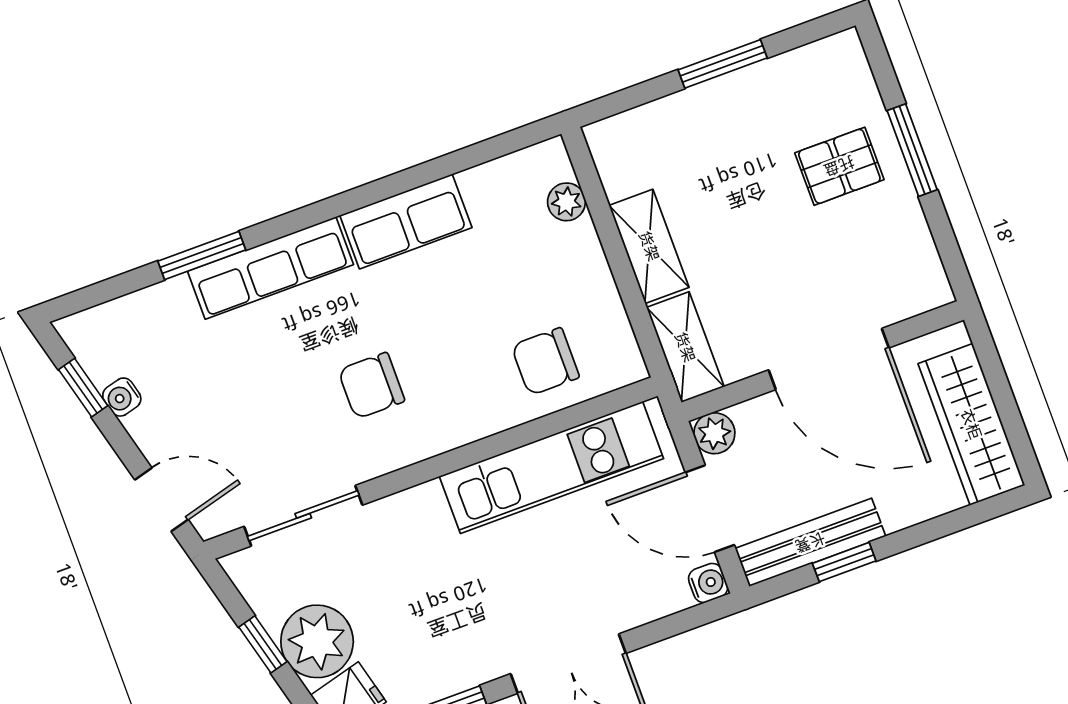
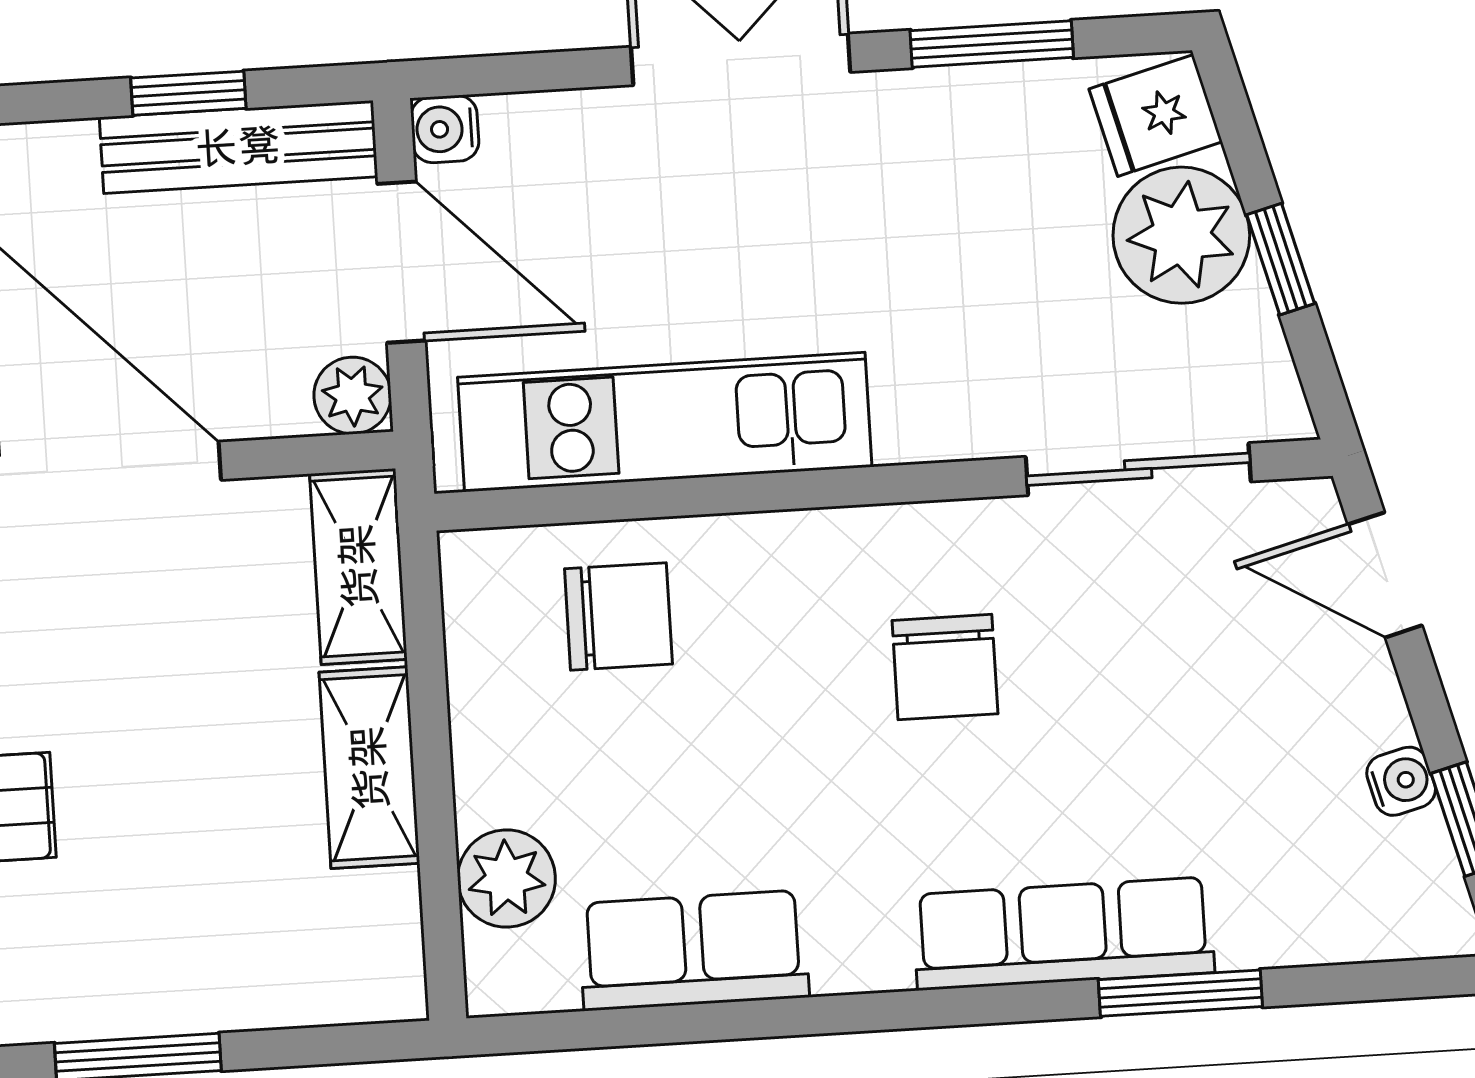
plant: (566, 202) -> (507, 879), width x1.38, depth x1.38
row of seats: (406, 221) -> (693, 950), moved
chair: (371, 386) -> (945, 667), turned 90

